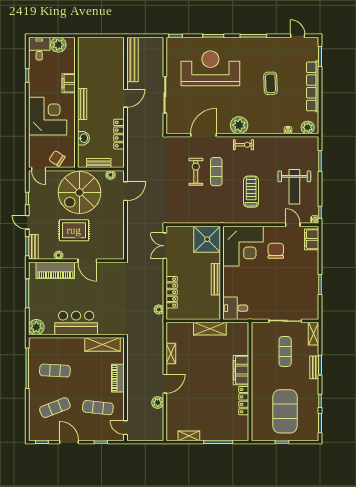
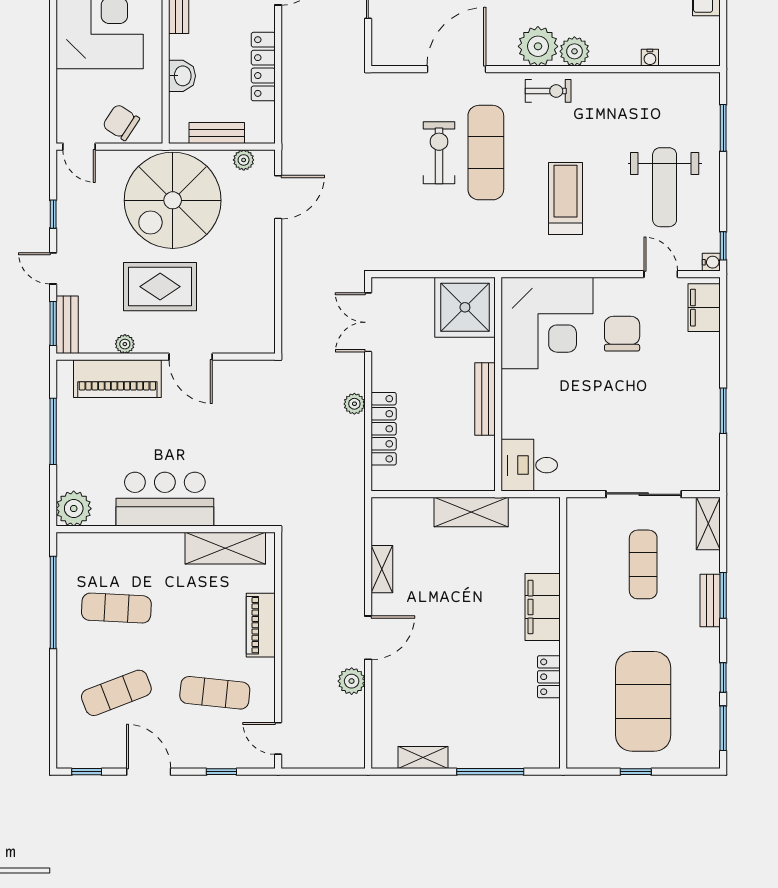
plant: (308, 127) -> (574, 51), moved
exercise mat: (216, 172) -> (486, 153), width x1.36, depth x1.45
plant: (159, 310) -> (354, 404), moved
locker: (244, 401) -> (549, 677), width x0.66

